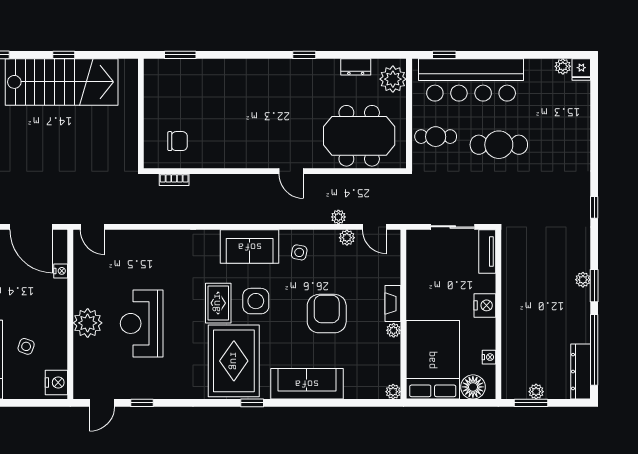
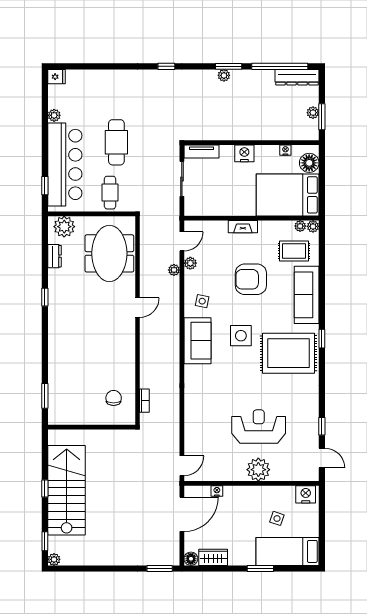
plant: (563, 66) -> (54, 115), moved
rug: (218, 303) -> (294, 251), moved
reception desk: (142, 323) -> (259, 427), turned 180
plant: (394, 330) -> (300, 226), moved

